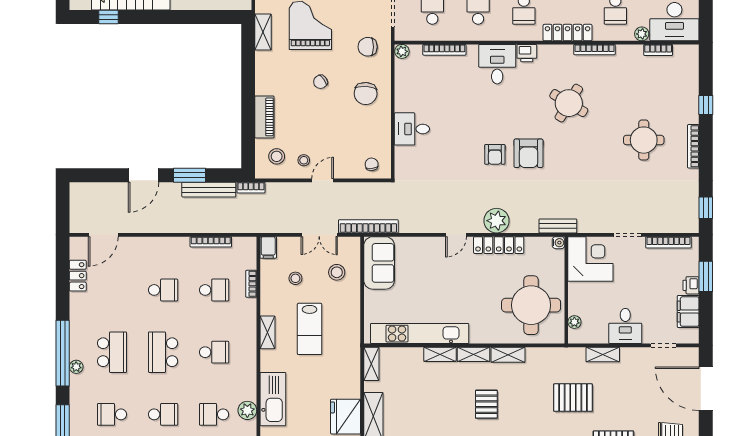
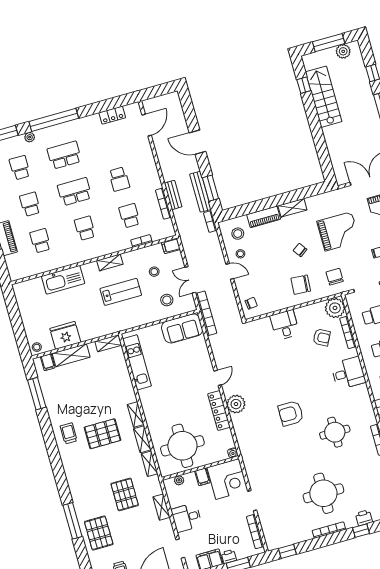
shelving: (263, 32) -> (292, 208), moved
plant: (402, 51) -> (335, 308), width x1.88, depth x1.88
printer: (527, 53) -> (364, 518), moved, turned 90
round table: (569, 103) -> (335, 432), turned -31
round table: (644, 140) -> (323, 493), width x1.36, depth x1.36
armchair: (495, 154) -> (322, 337), moved, turned -152
window: (190, 175) -> (210, 188), moved
bench: (558, 226) -> (173, 195), moved
door: (103, 235) -> (147, 125), swing flipped
door: (456, 235) -> (218, 378), swing flipped
school desk: (214, 290) -> (129, 216), turned 180
filing cabinet: (578, 291) -> (202, 477), added
lab bench: (310, 329) -> (121, 292), turned 180
kitchen unit: (420, 334) -> (137, 362), width x0.73
school desk: (112, 352) -> (64, 155), turned 180
school desk: (214, 352) -> (85, 228), turned 180
shelving: (440, 354) -> (149, 464), moved
plant: (76, 367) -> (30, 137), moved
pallet: (486, 404) -> (102, 434), width x1.50, depth x1.42
plant: (247, 410) -> (50, 264), removed
school desk: (163, 414) -> (30, 204), turned 180

